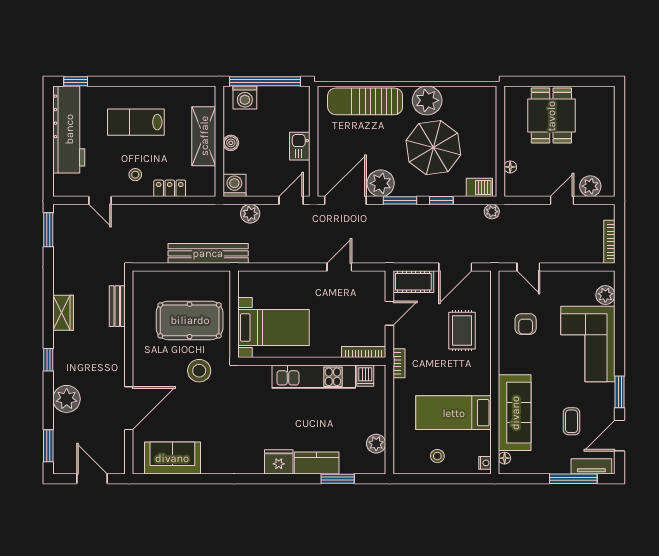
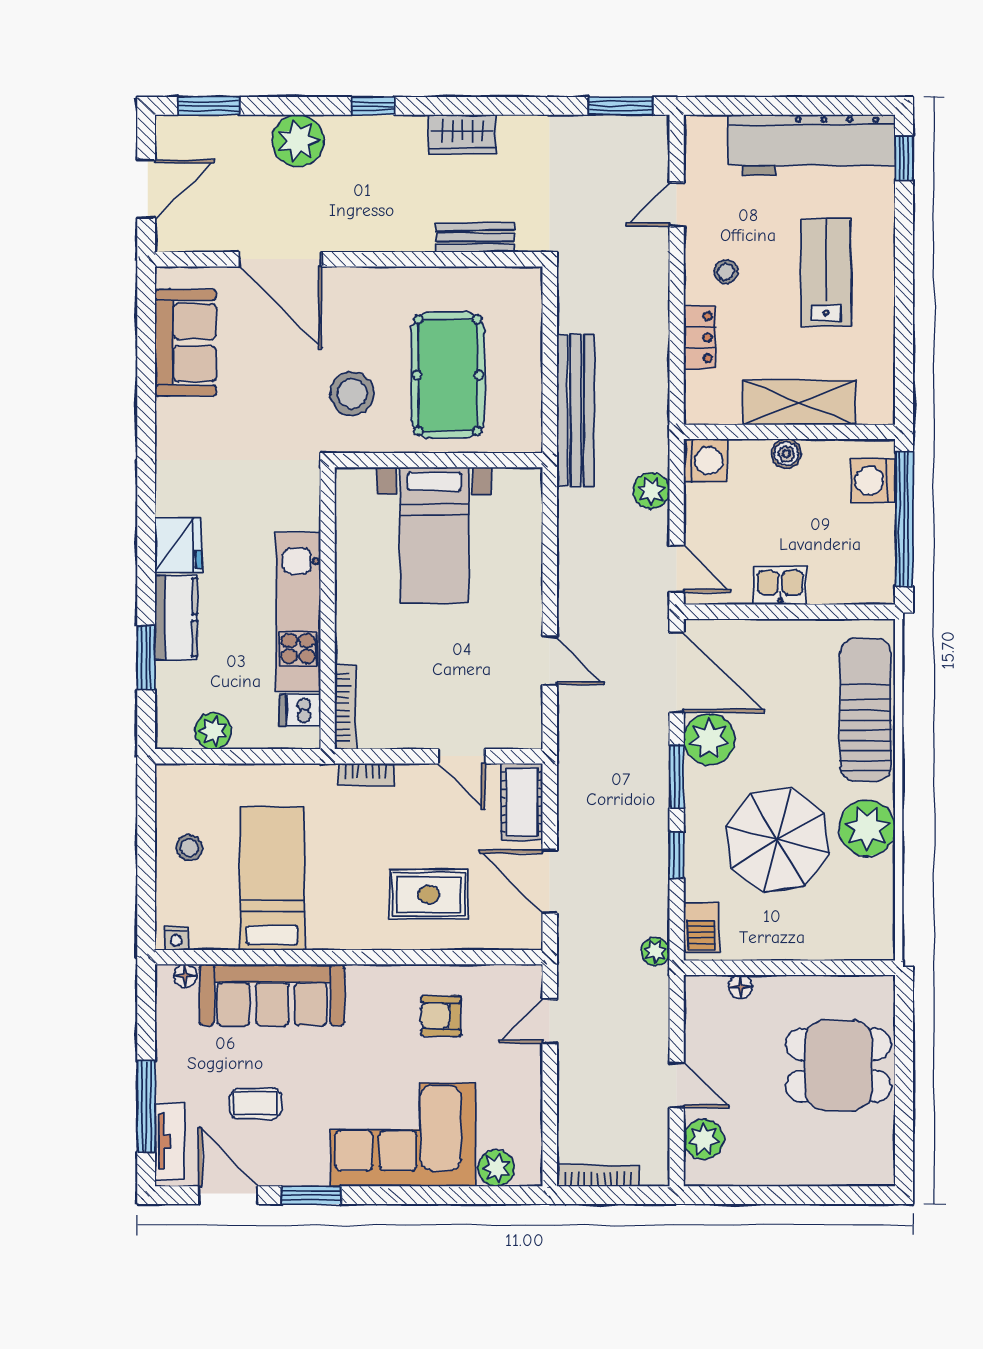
bookcase: (364, 352) -> (345, 707), moved
wall: (312, 361) -> (328, 608), moved
dishwasher: (365, 376) -> (300, 710), moved
kitchen unit: (314, 377) -> (298, 612), moved

